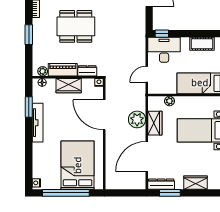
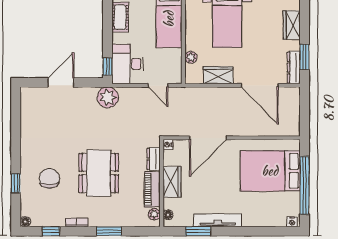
plant: (137, 119) -> (108, 97), moved

